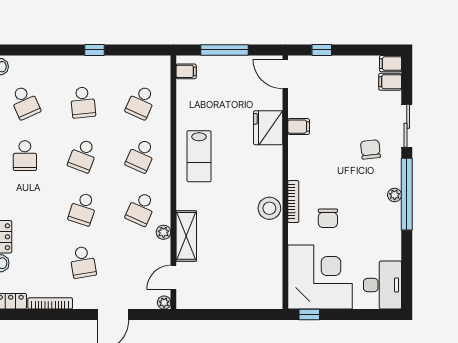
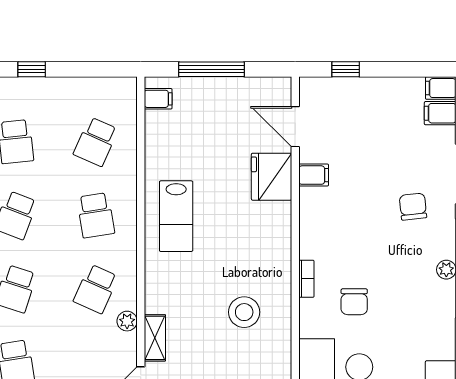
door: (285, 74) -> (295, 127), moved
school desk: (141, 156) -> (96, 215), turned -33
bookcase: (293, 202) -> (306, 279), width x0.64
stool: (269, 208) -> (244, 312), moved
shelving: (186, 236) -> (155, 338), width x0.67, depth x0.75

